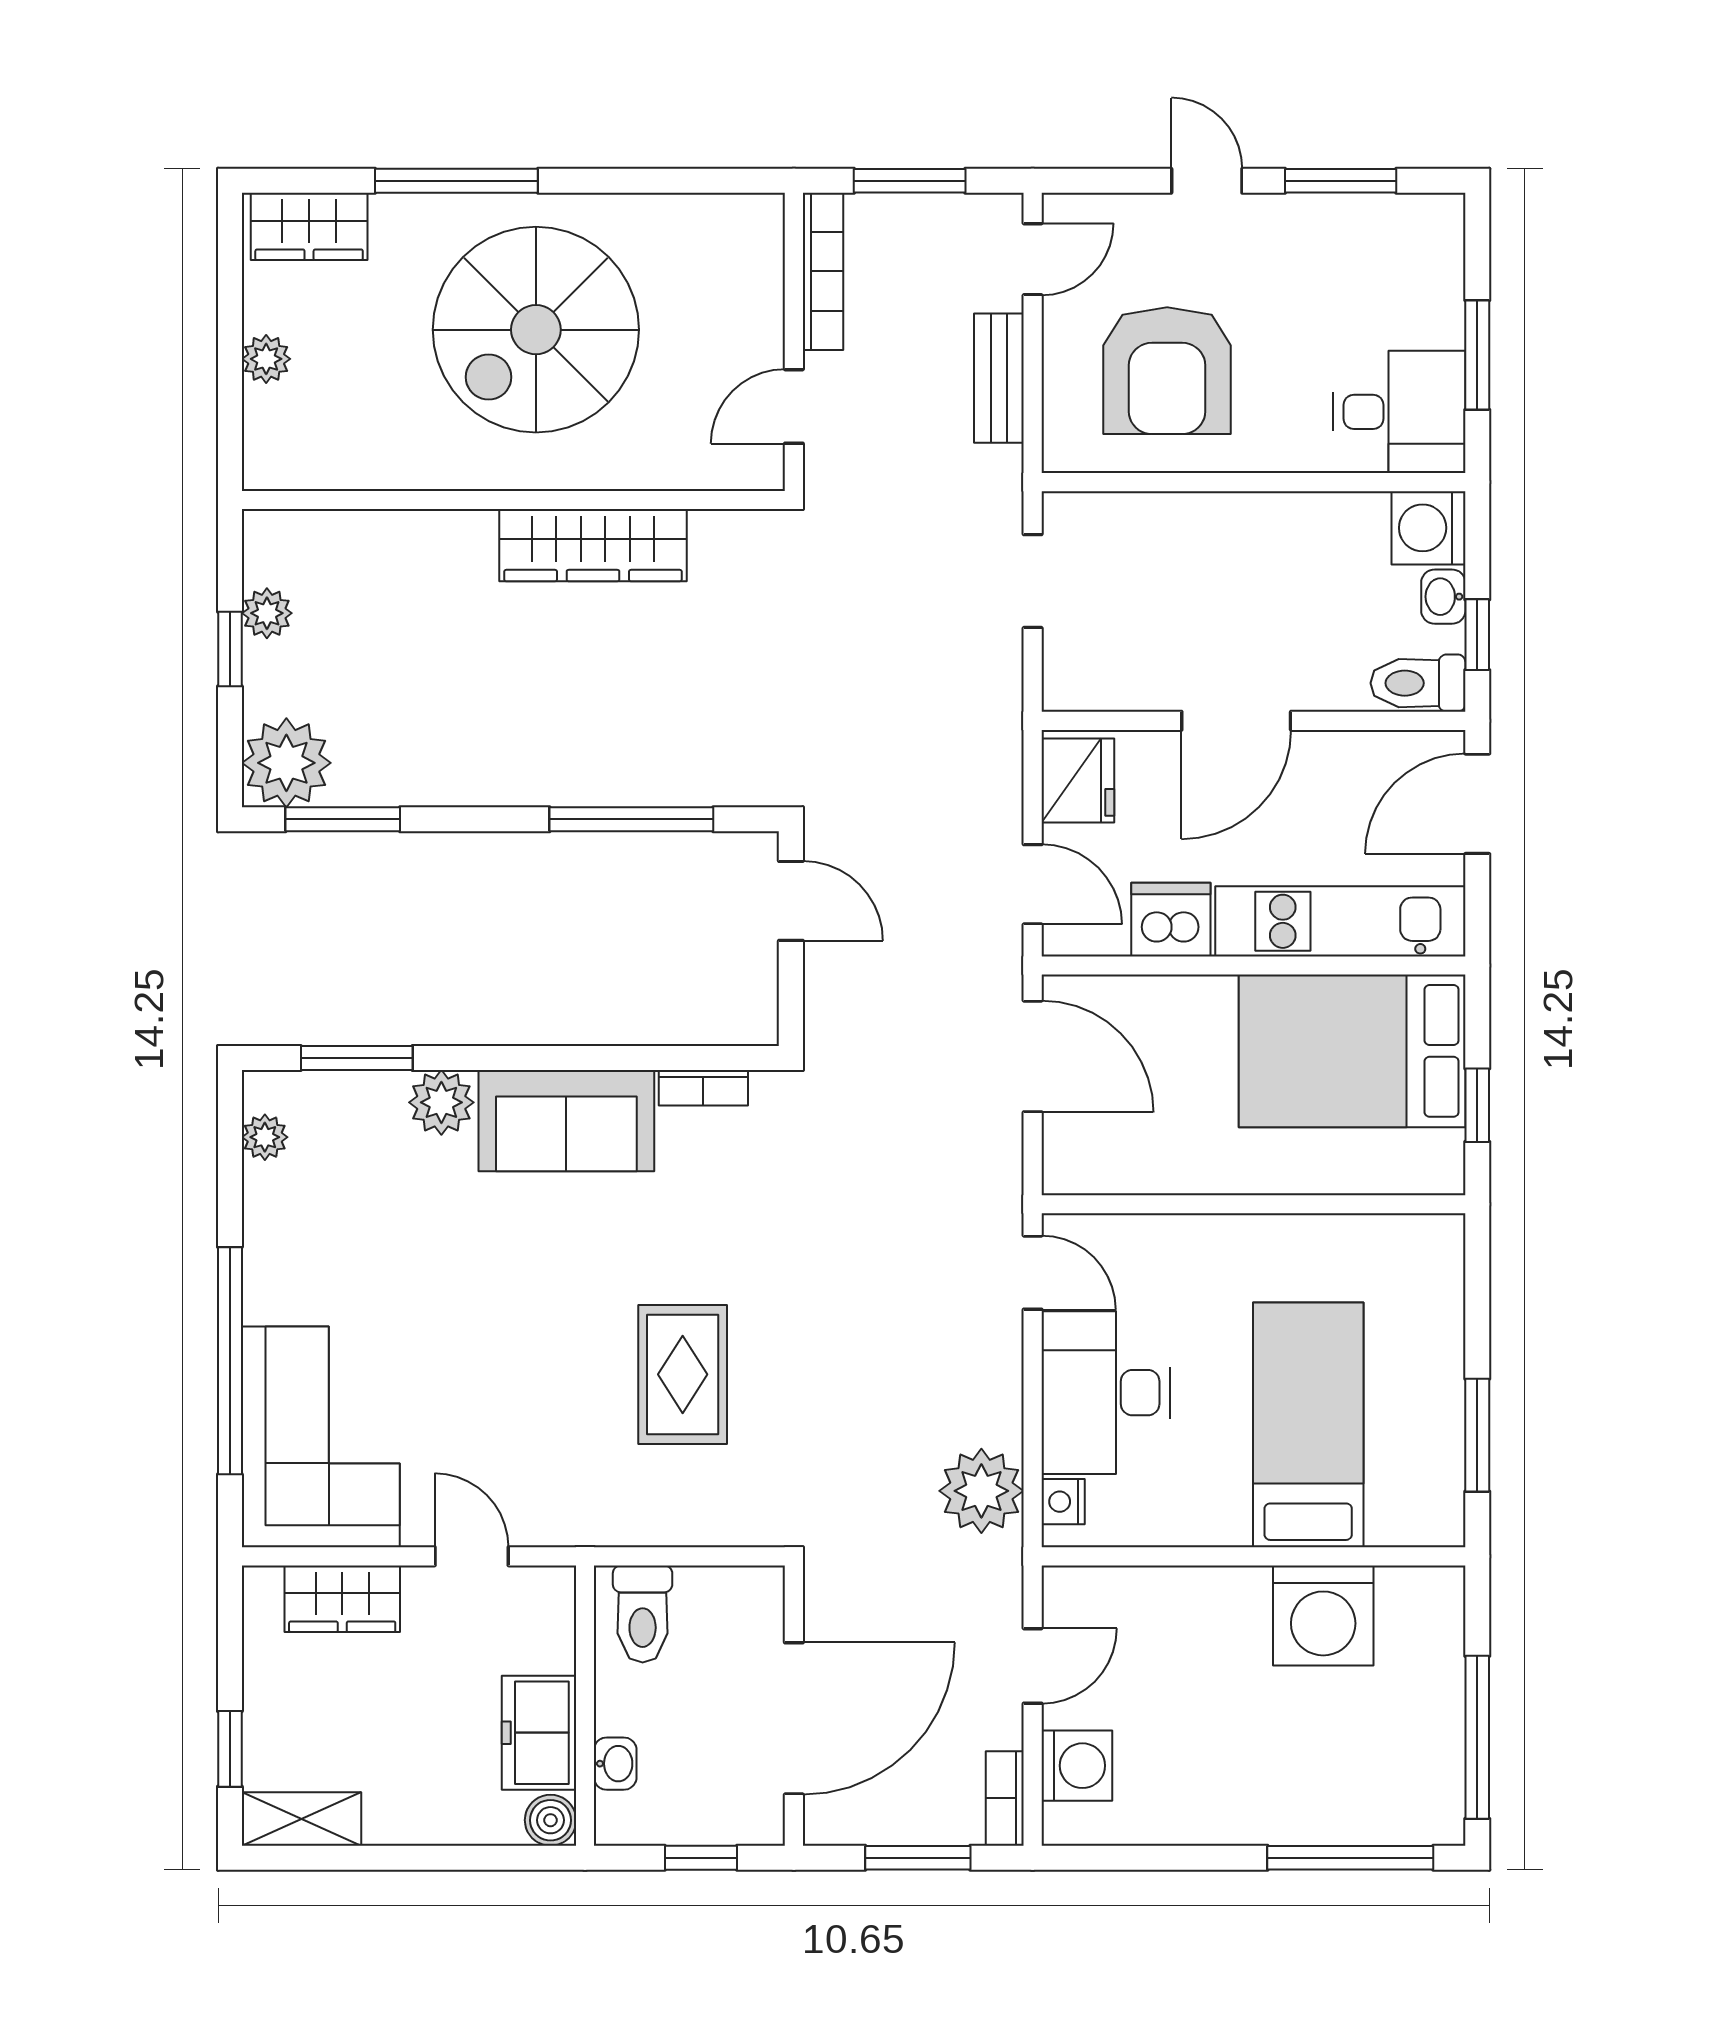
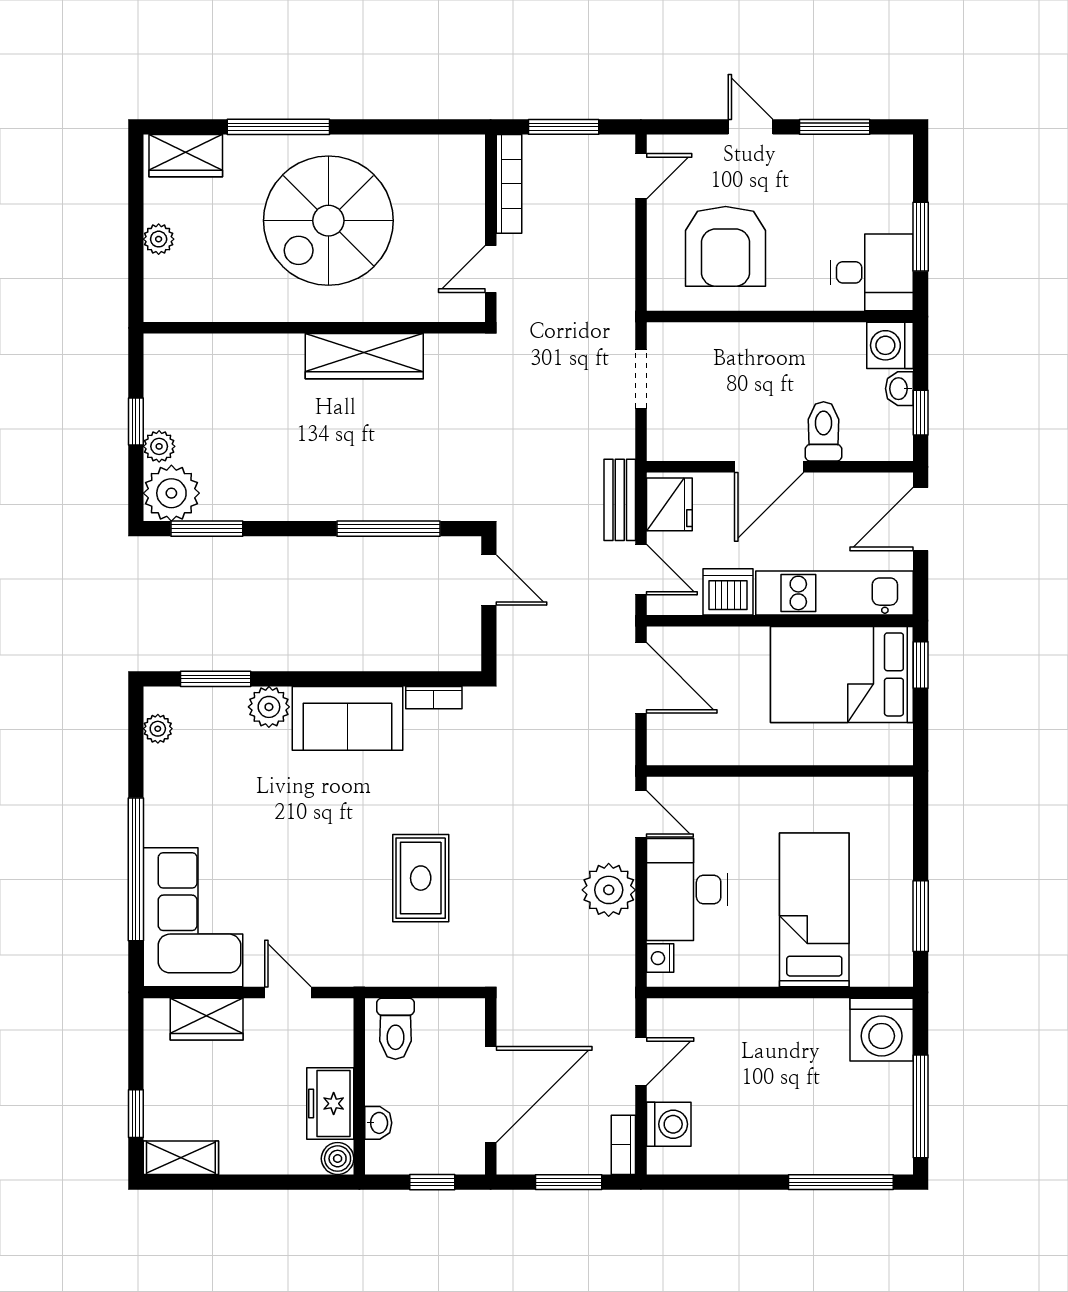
bench: (999, 378) -> (620, 500), moved
plant: (267, 613) -> (159, 446), moved
toilet: (1418, 683) -> (824, 431), moved, turned 90
window: (1477, 1105) -> (921, 665), moved
plant: (981, 1491) -> (609, 890), moved
washing machine: (1323, 1615) -> (882, 1030), moved

